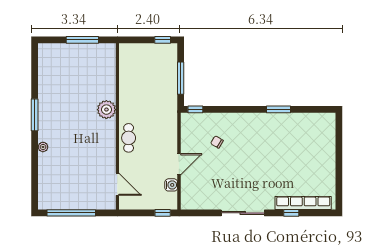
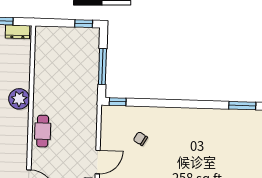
dresser: (103, 49) -> (18, 32), added
window: (279, 109) -> (242, 106), moved

